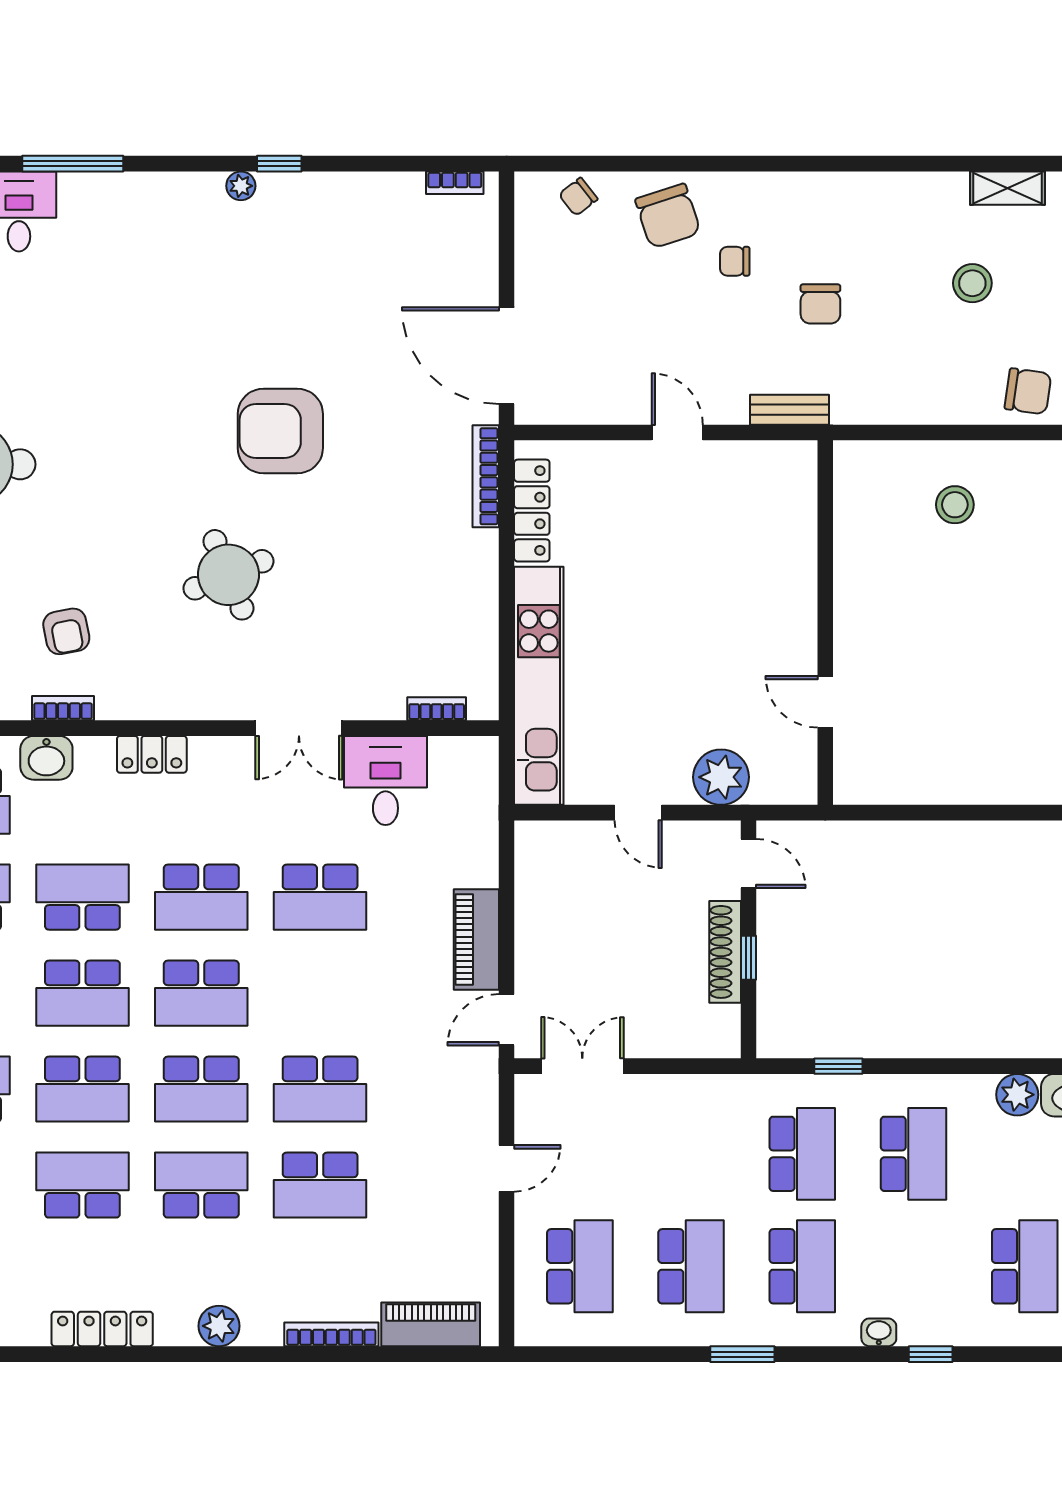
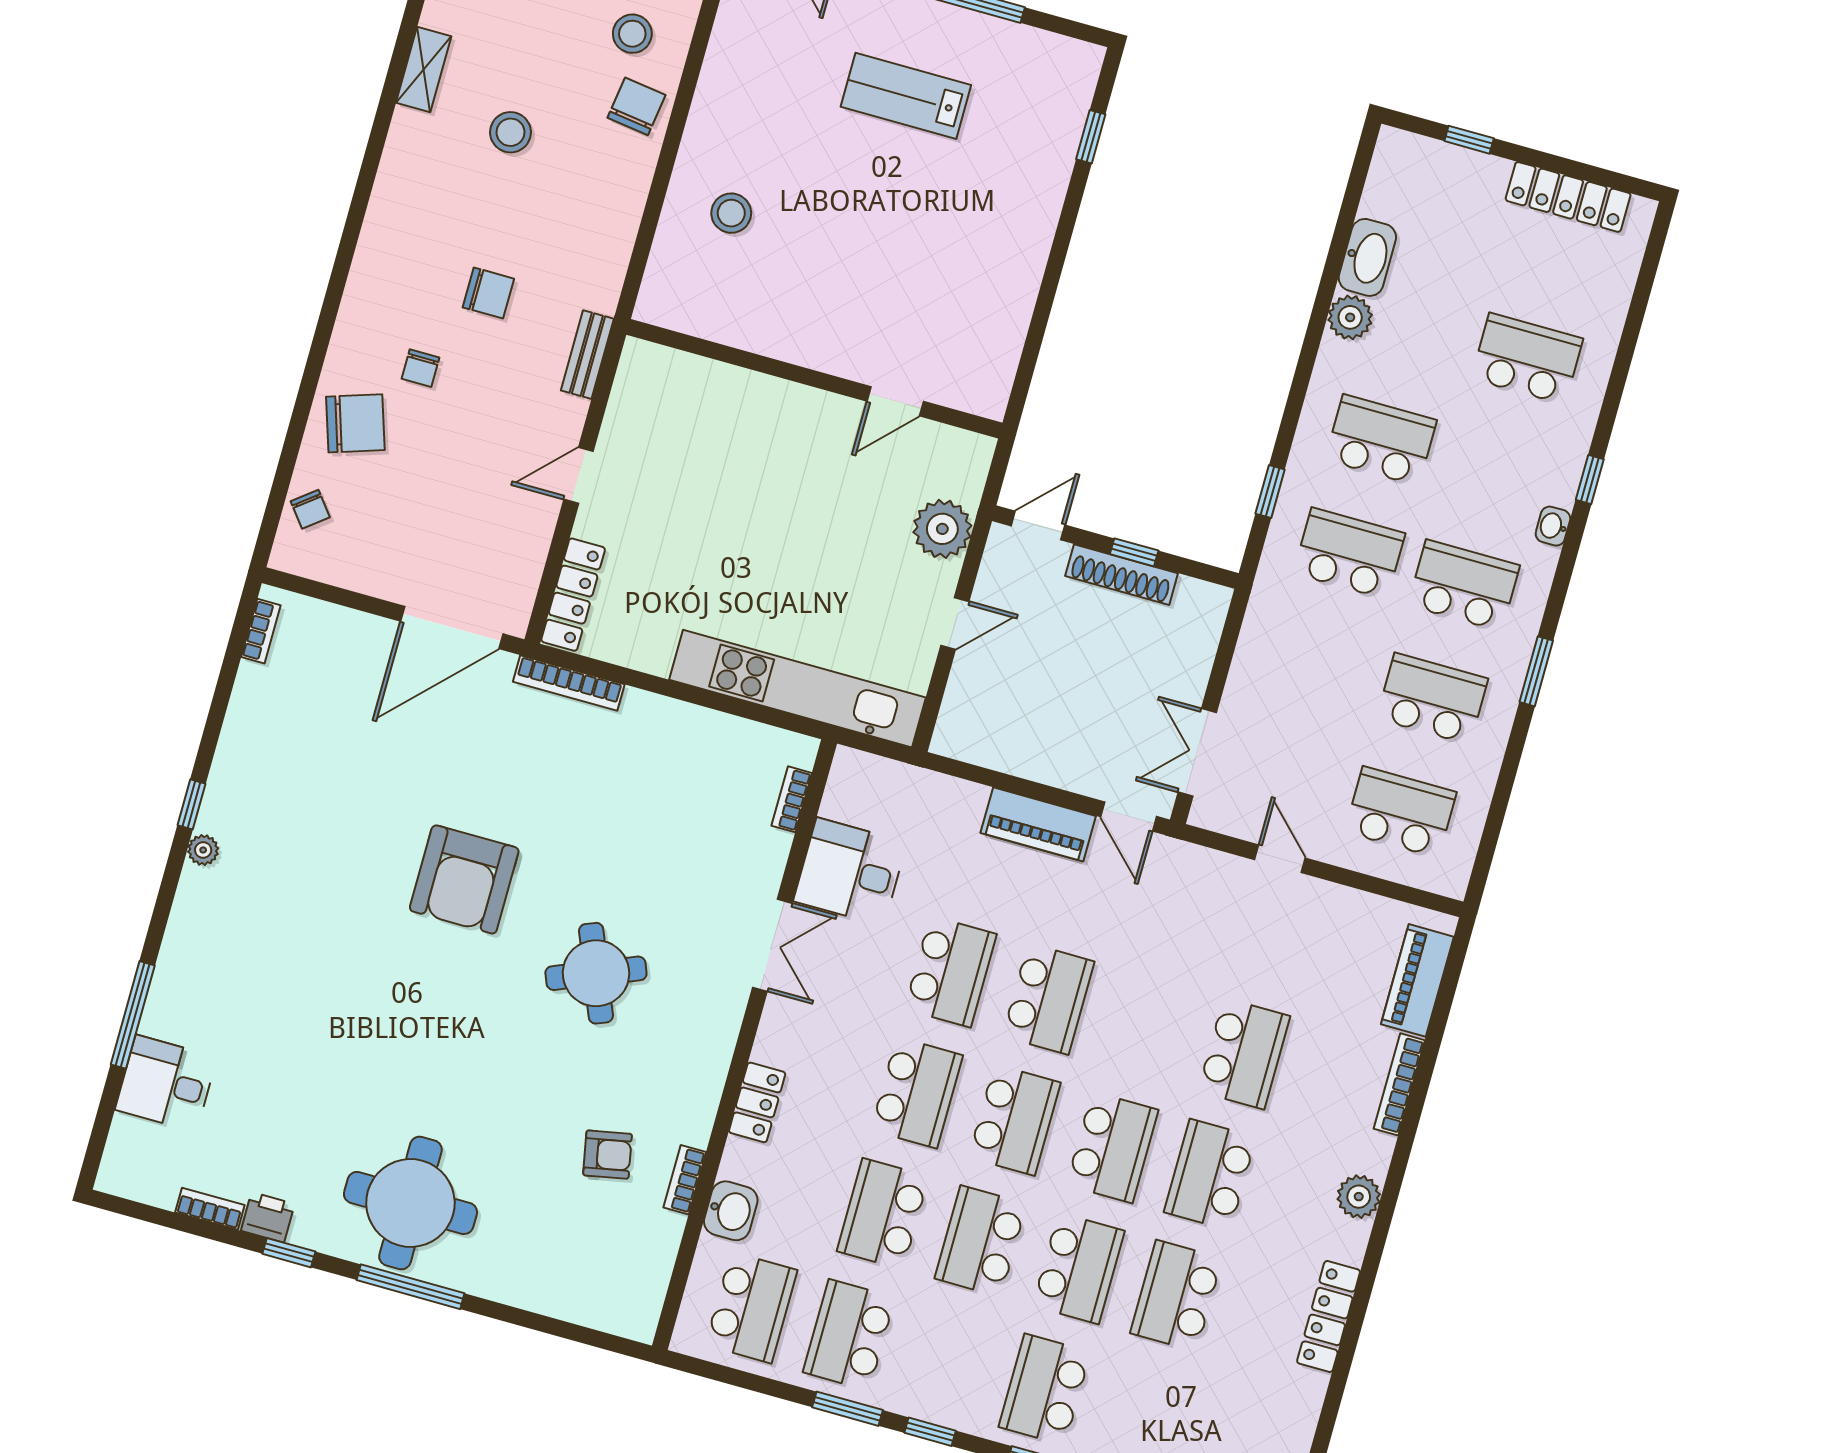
locker: (532, 511) -> (573, 595), moved, turned 90
school desk: (82, 993) -> (981, 1241), turned 180
school desk: (320, 1089) -> (1048, 999), moved

